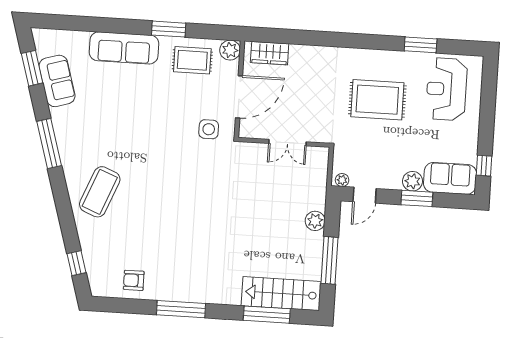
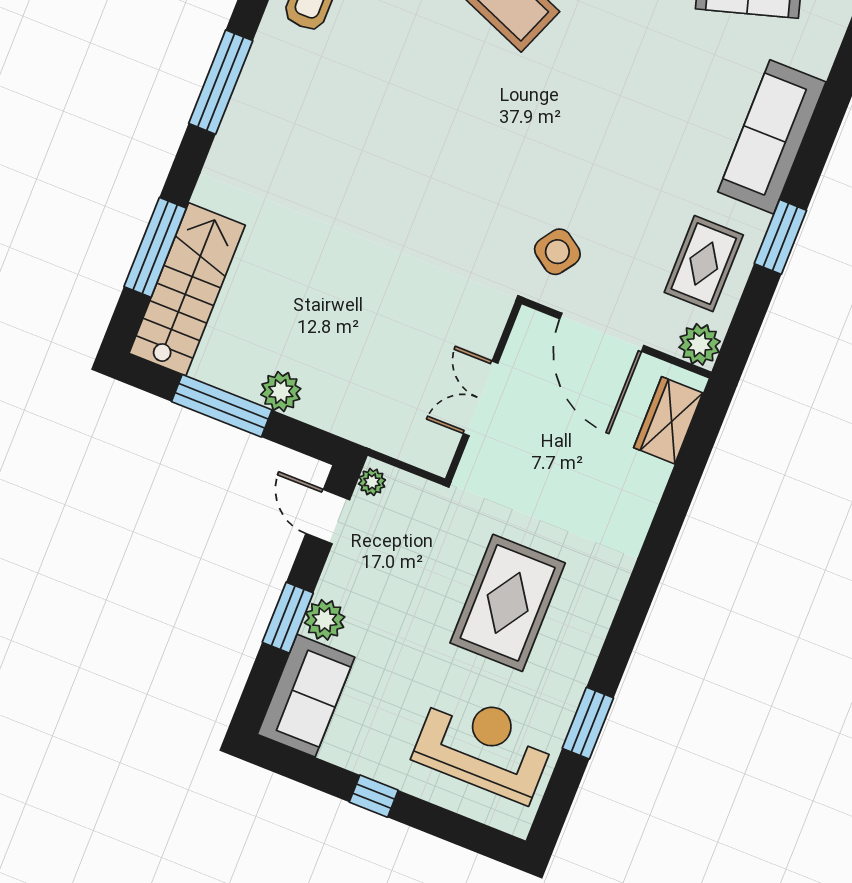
side table: (209, 129) -> (557, 252), turned 35
window: (484, 166) -> (374, 796), moved
plant: (315, 221) -> (281, 392), moved

